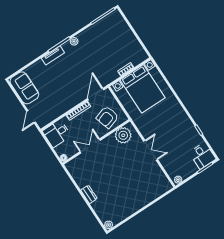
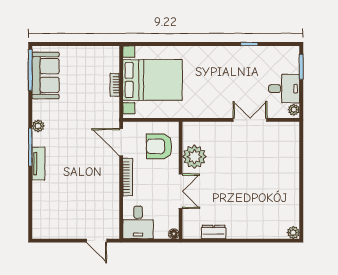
sofa: (24, 88) -> (46, 76), moved, turned 90
armchair: (107, 117) -> (159, 146), turned 108
plant: (123, 135) -> (194, 157), moved
double door: (90, 146) -> (181, 191), swing flipped
double door: (151, 150) -> (250, 120), moved
desk: (203, 156) -> (284, 89), moved
dresser: (89, 194) -> (214, 232), moved

